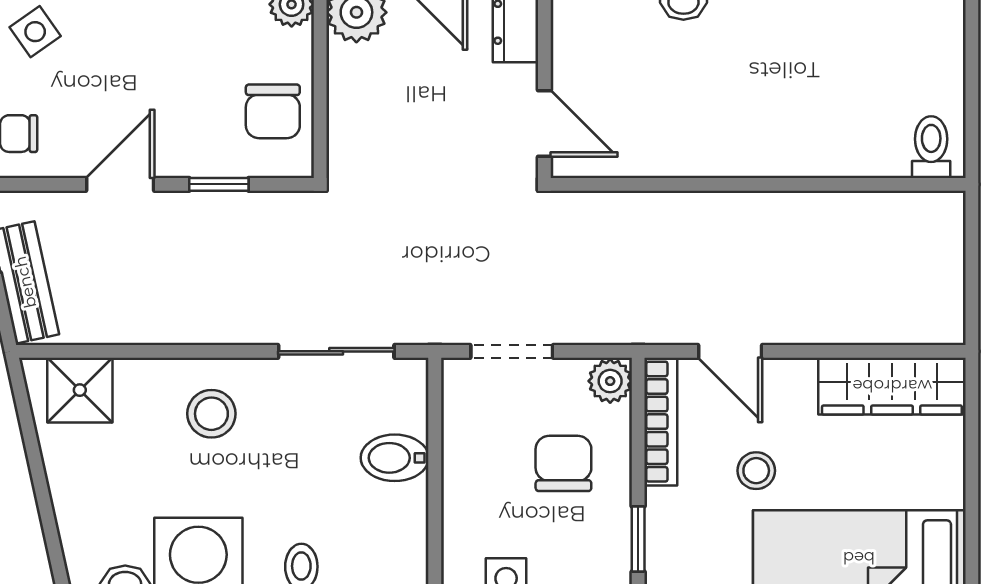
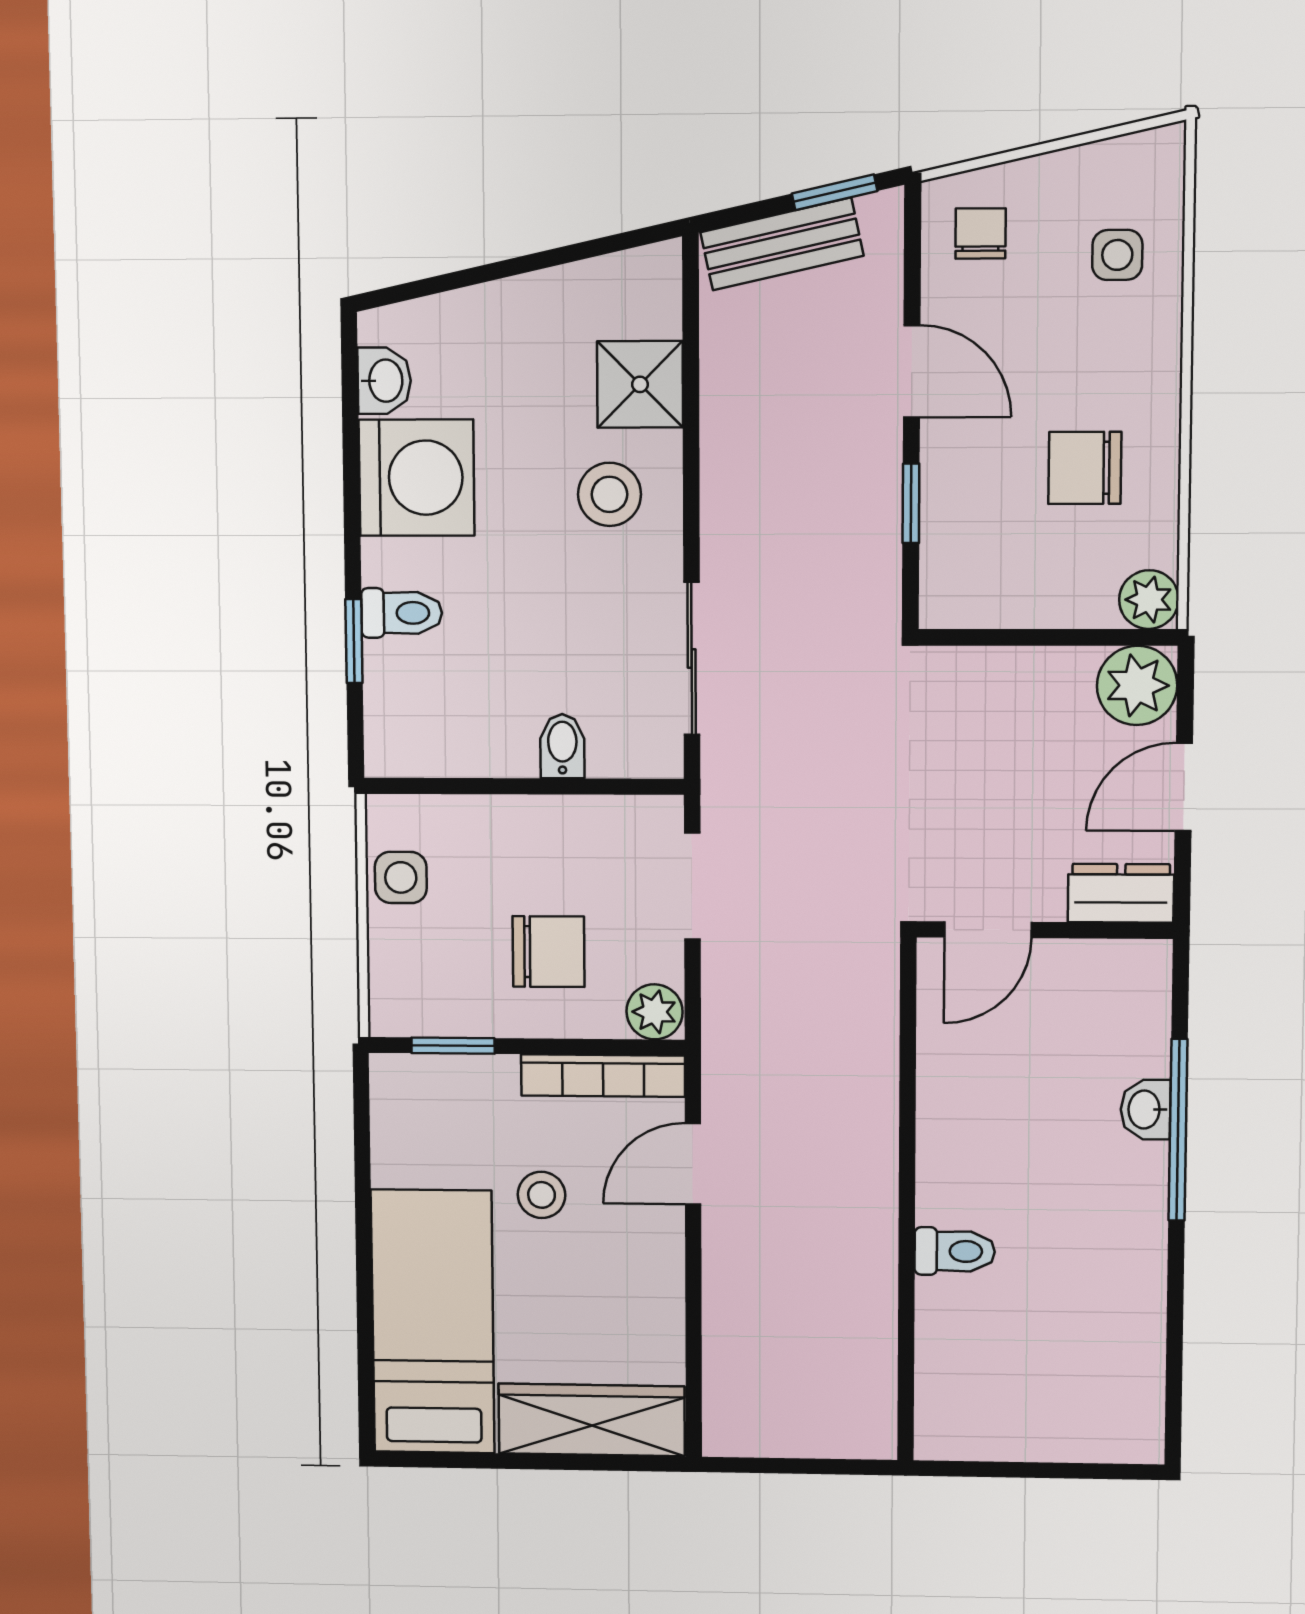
side table: (35, 32) -> (1117, 255), turned 35
chair: (273, 111) -> (1085, 468), moved
toilet: (931, 147) -> (955, 1251), moved
wardrobe: (892, 386) -> (592, 1420), moved, turned 90
shower: (80, 390) -> (640, 384), moved
bidet: (395, 458) -> (562, 746), width x0.72, depth x0.74

